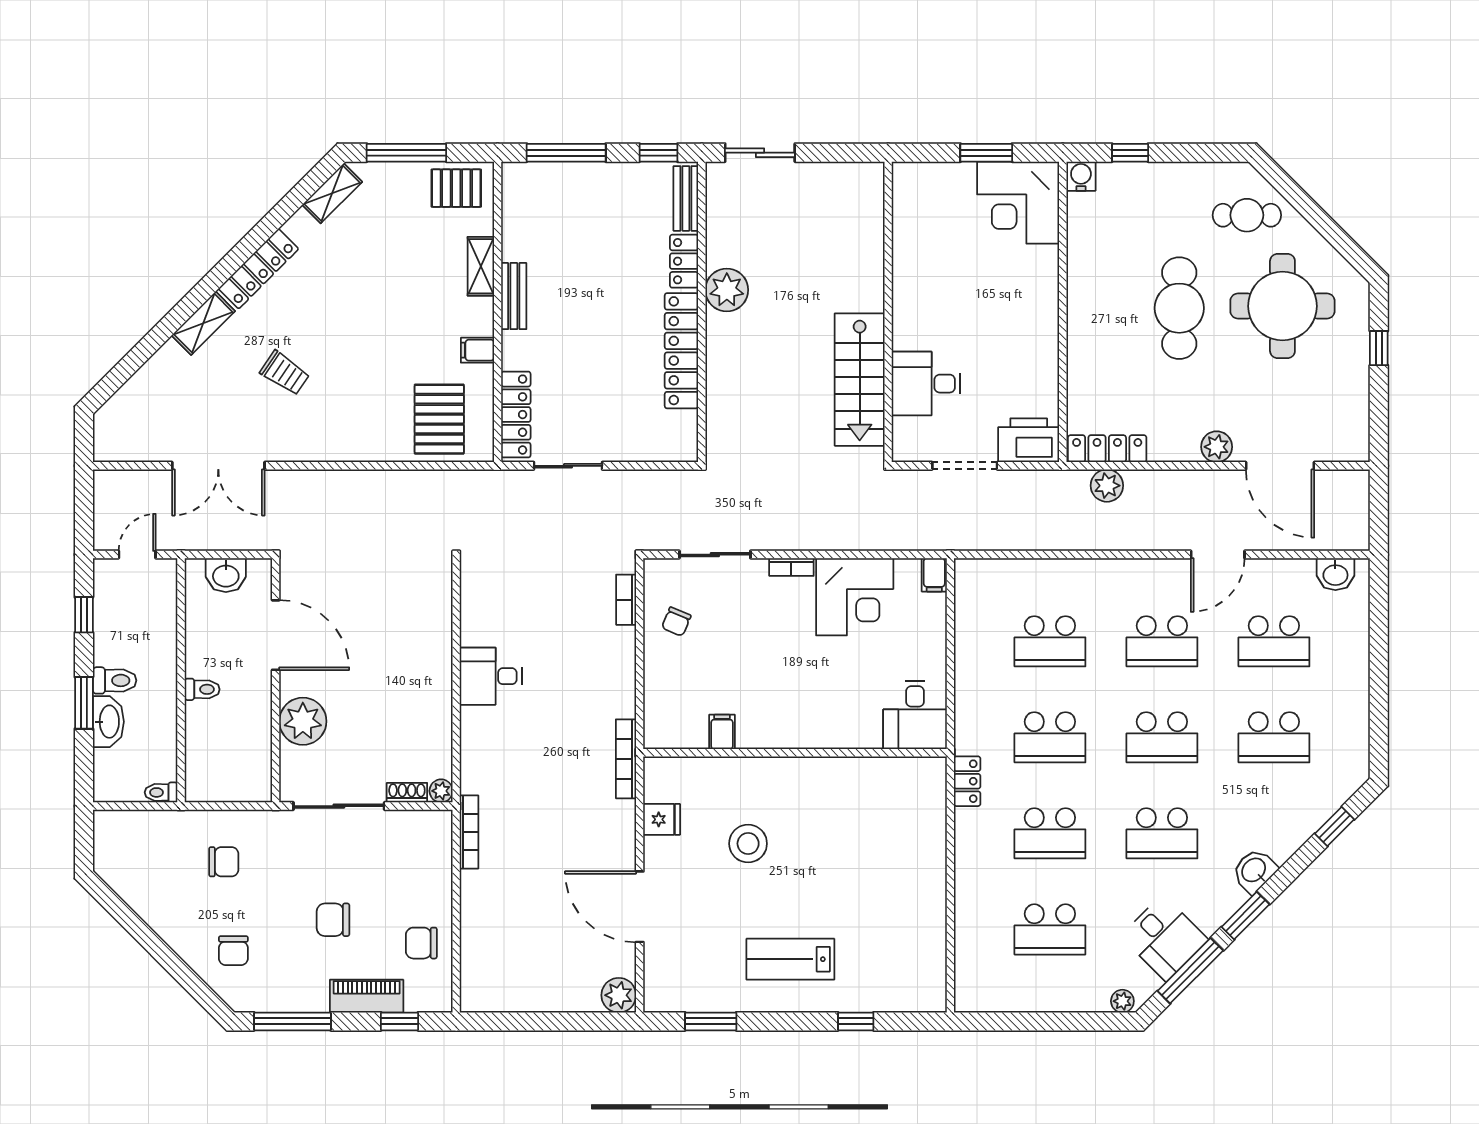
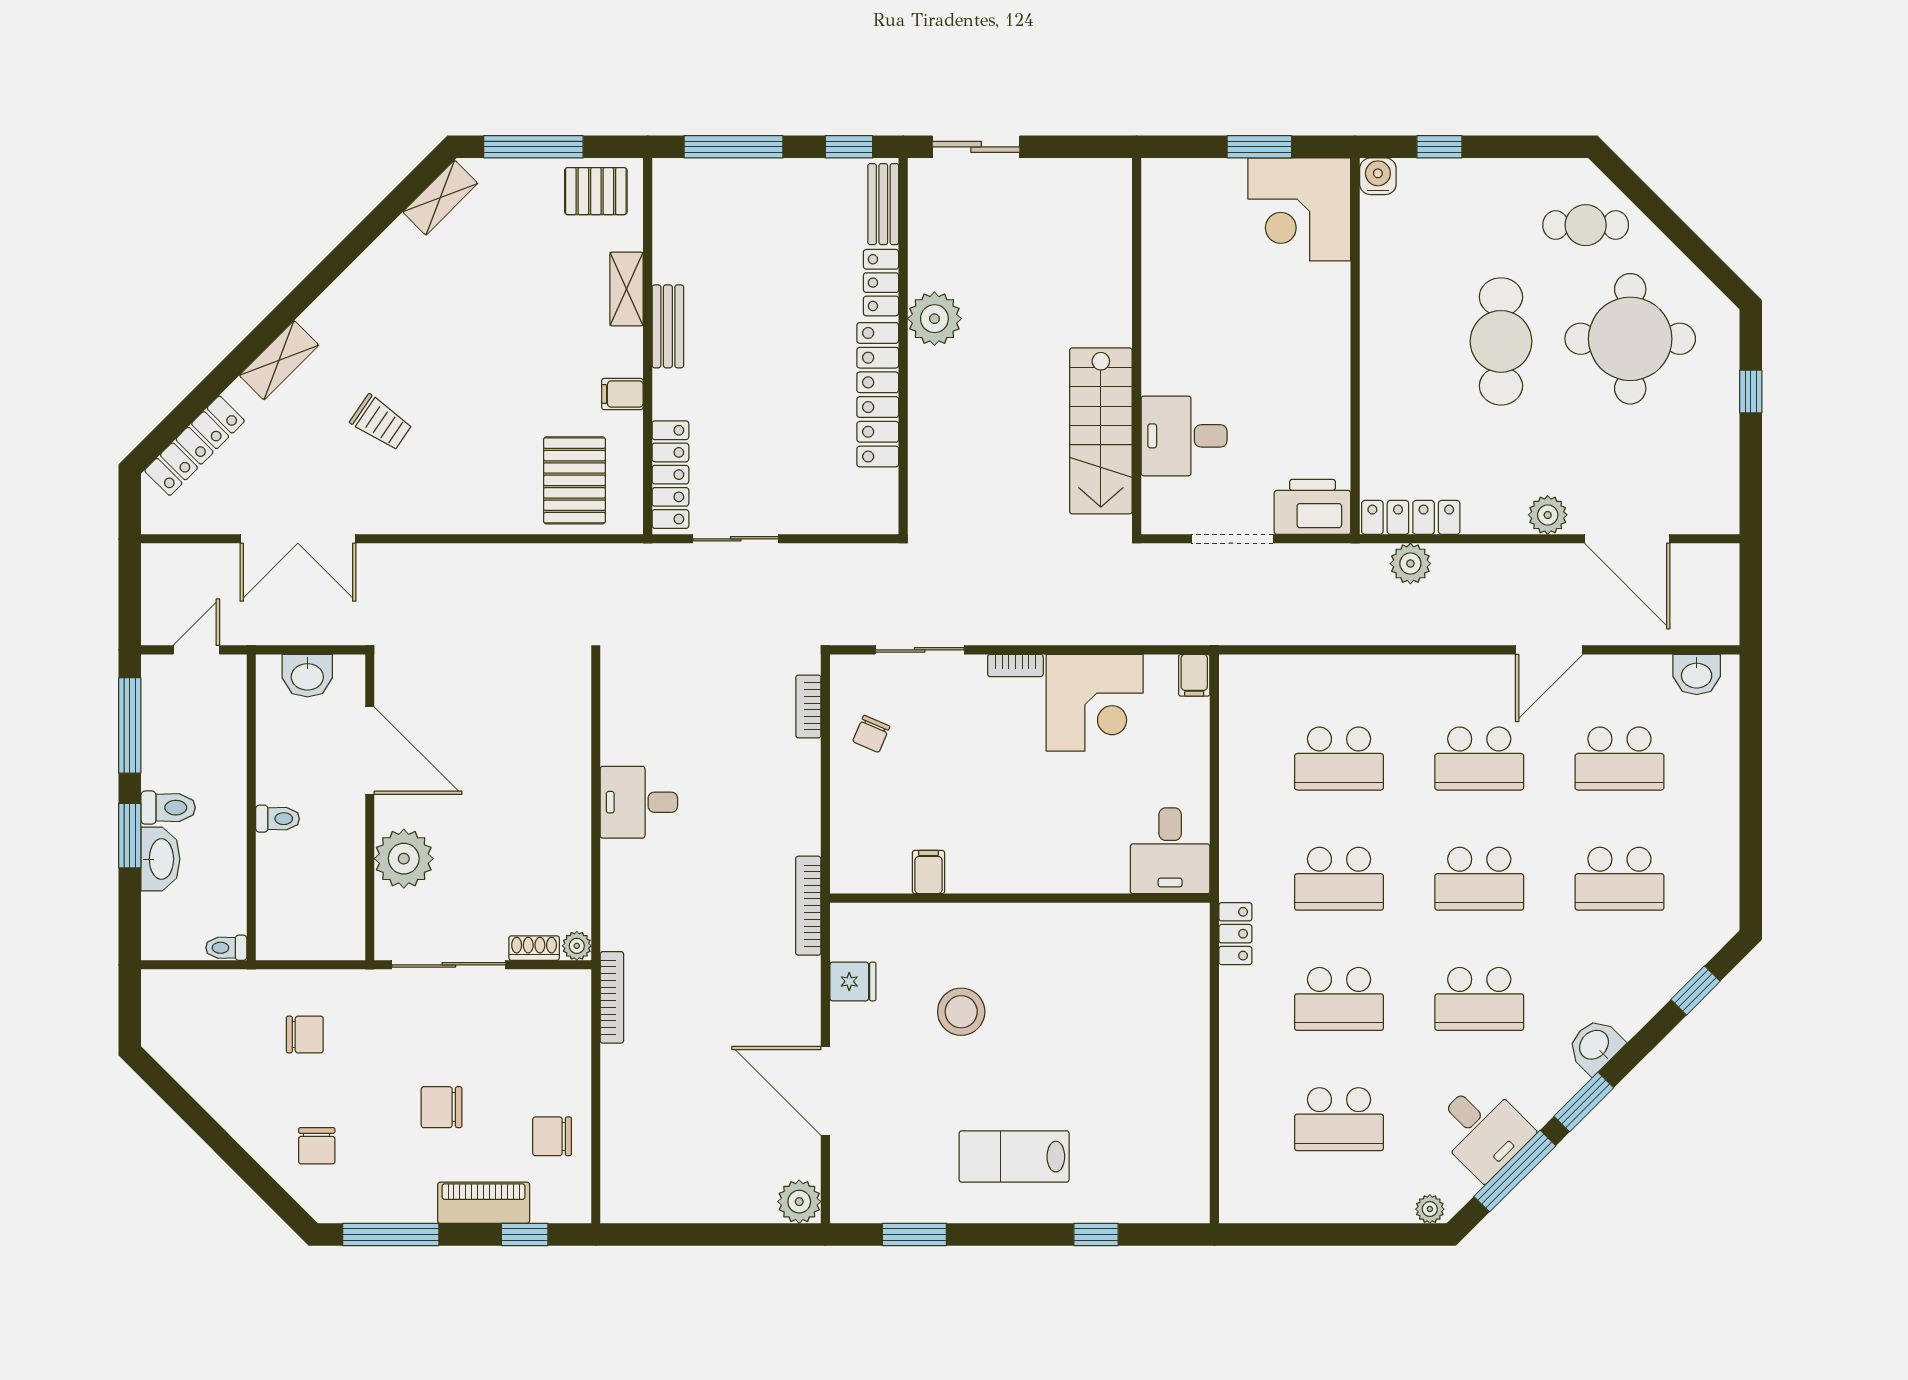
locker: (258, 269) -> (195, 446), moved
window: (84, 615) -> (130, 725), width x2.17

